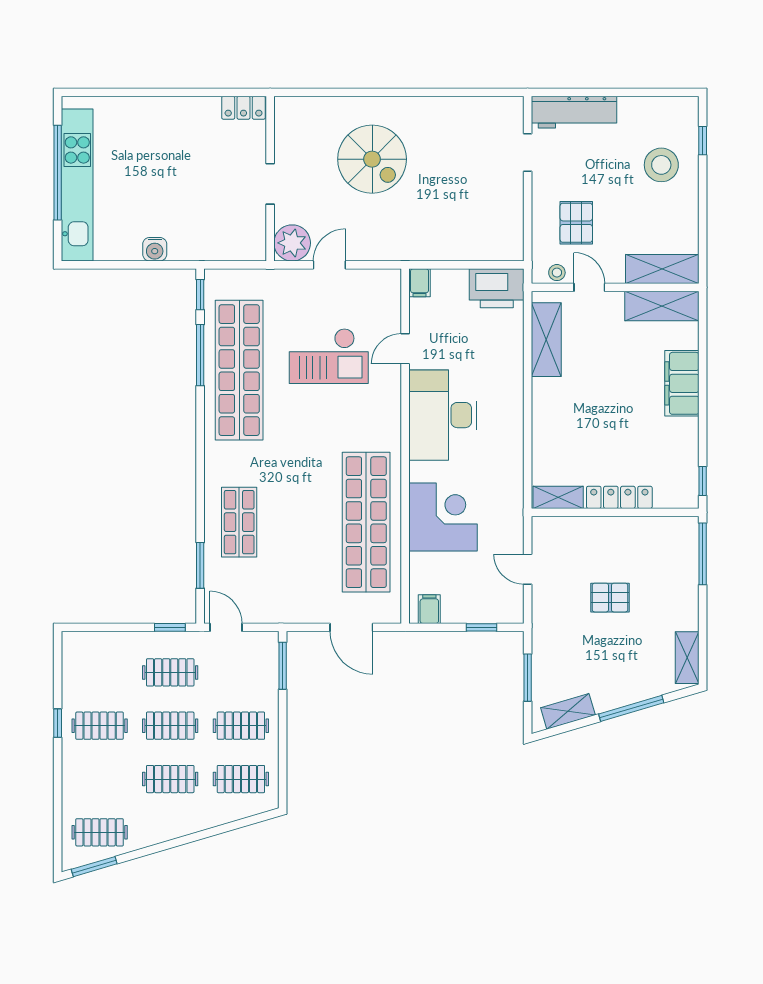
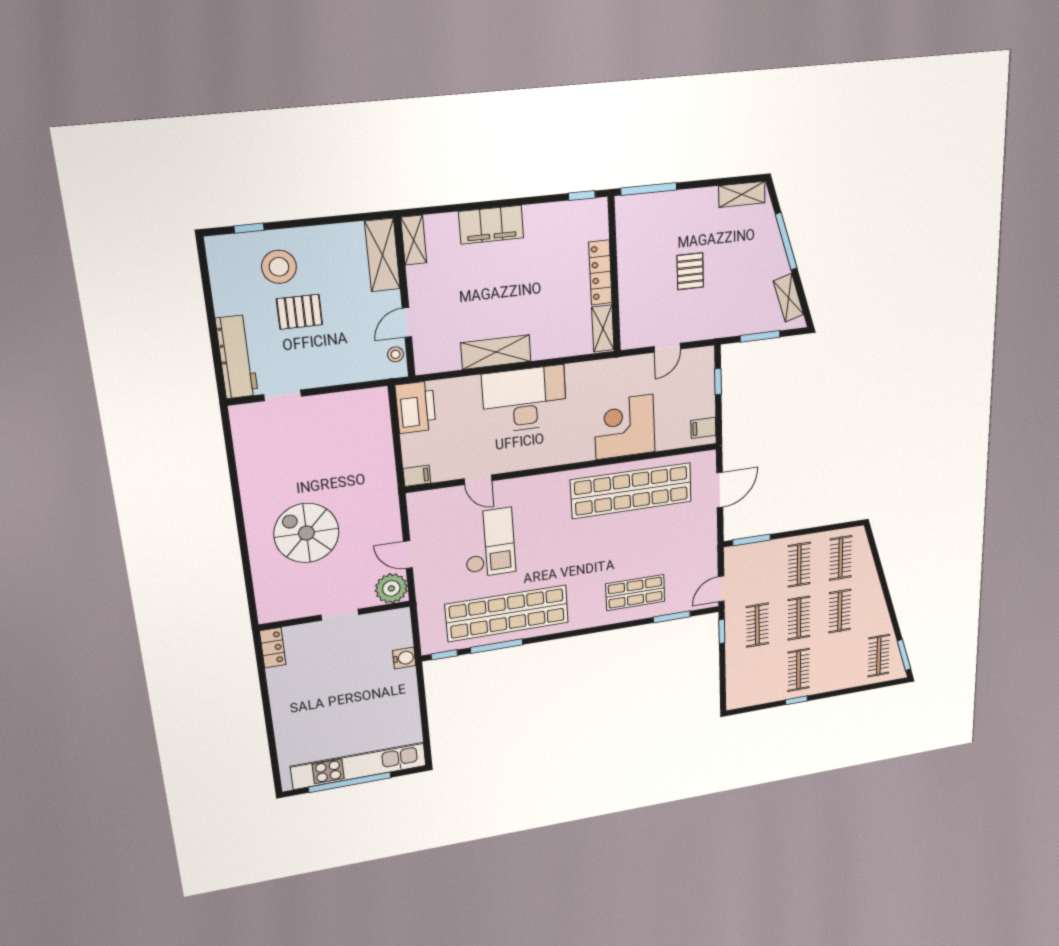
spiral stairs: (372, 159) -> (306, 533), turned -90
pallet: (576, 223) -> (299, 312), moved
water cooler: (155, 249) -> (404, 658), moved
shelving: (662, 306) -> (414, 240), width x0.67, depth x0.75
shelving: (546, 340) -> (496, 352), moved
desk: (443, 415) -> (525, 399), moved, turned 180

